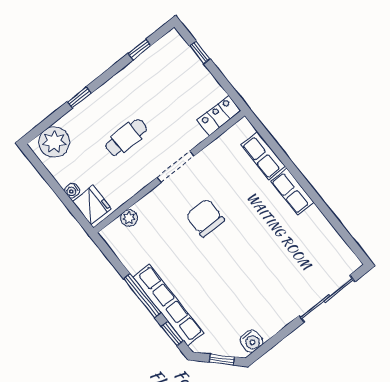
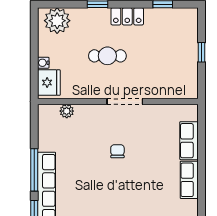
window: (200, 52) -> (202, 52), moved
locker: (219, 116) -> (127, 16), moved, turned 180
chair: (205, 218) -> (117, 151), width x0.54, depth x0.54

